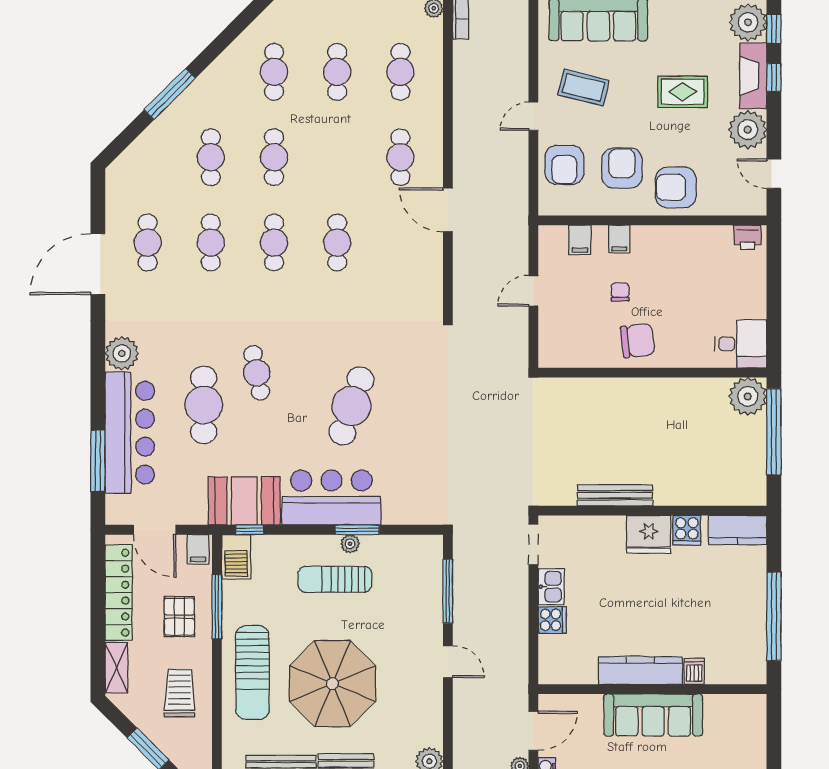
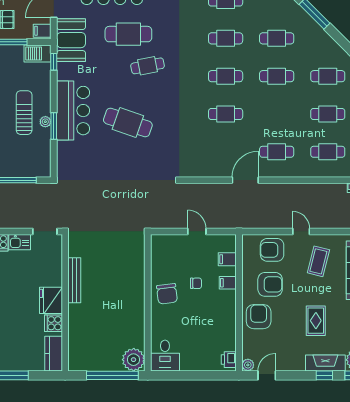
plant: (748, 130) -> (248, 365), moved, width x0.53, depth x0.53
booth: (244, 501) -> (71, 40), moved

